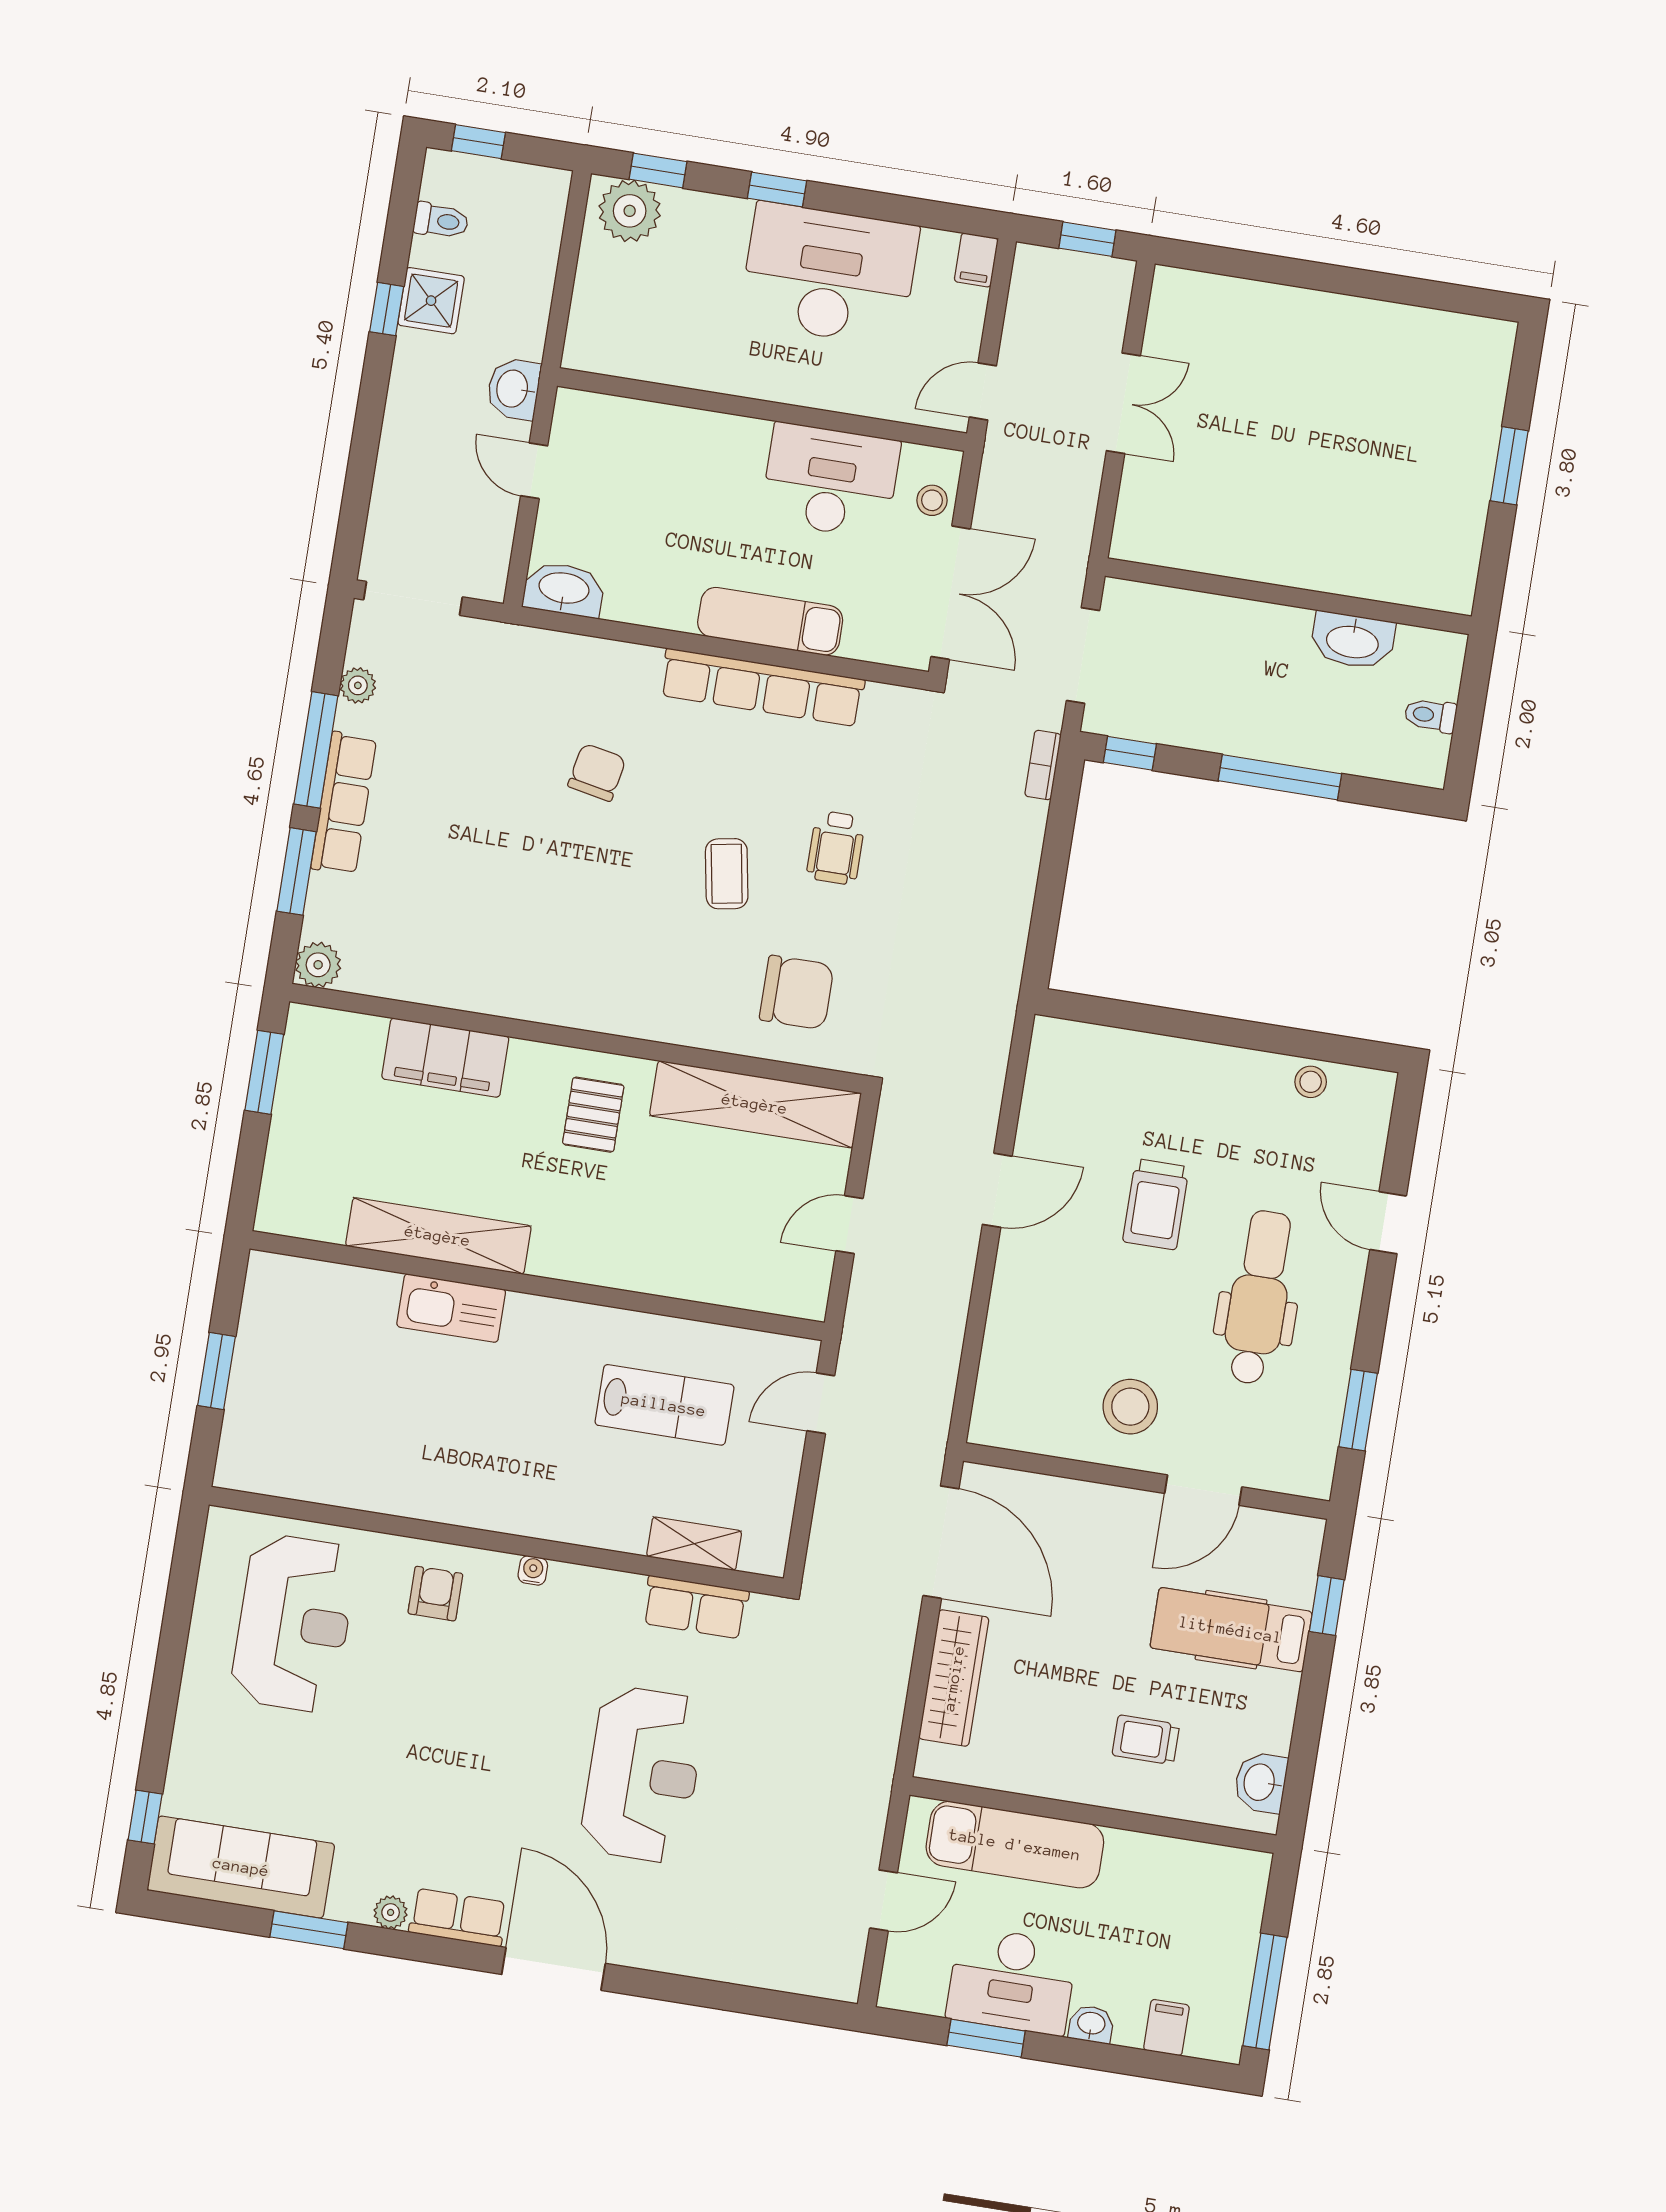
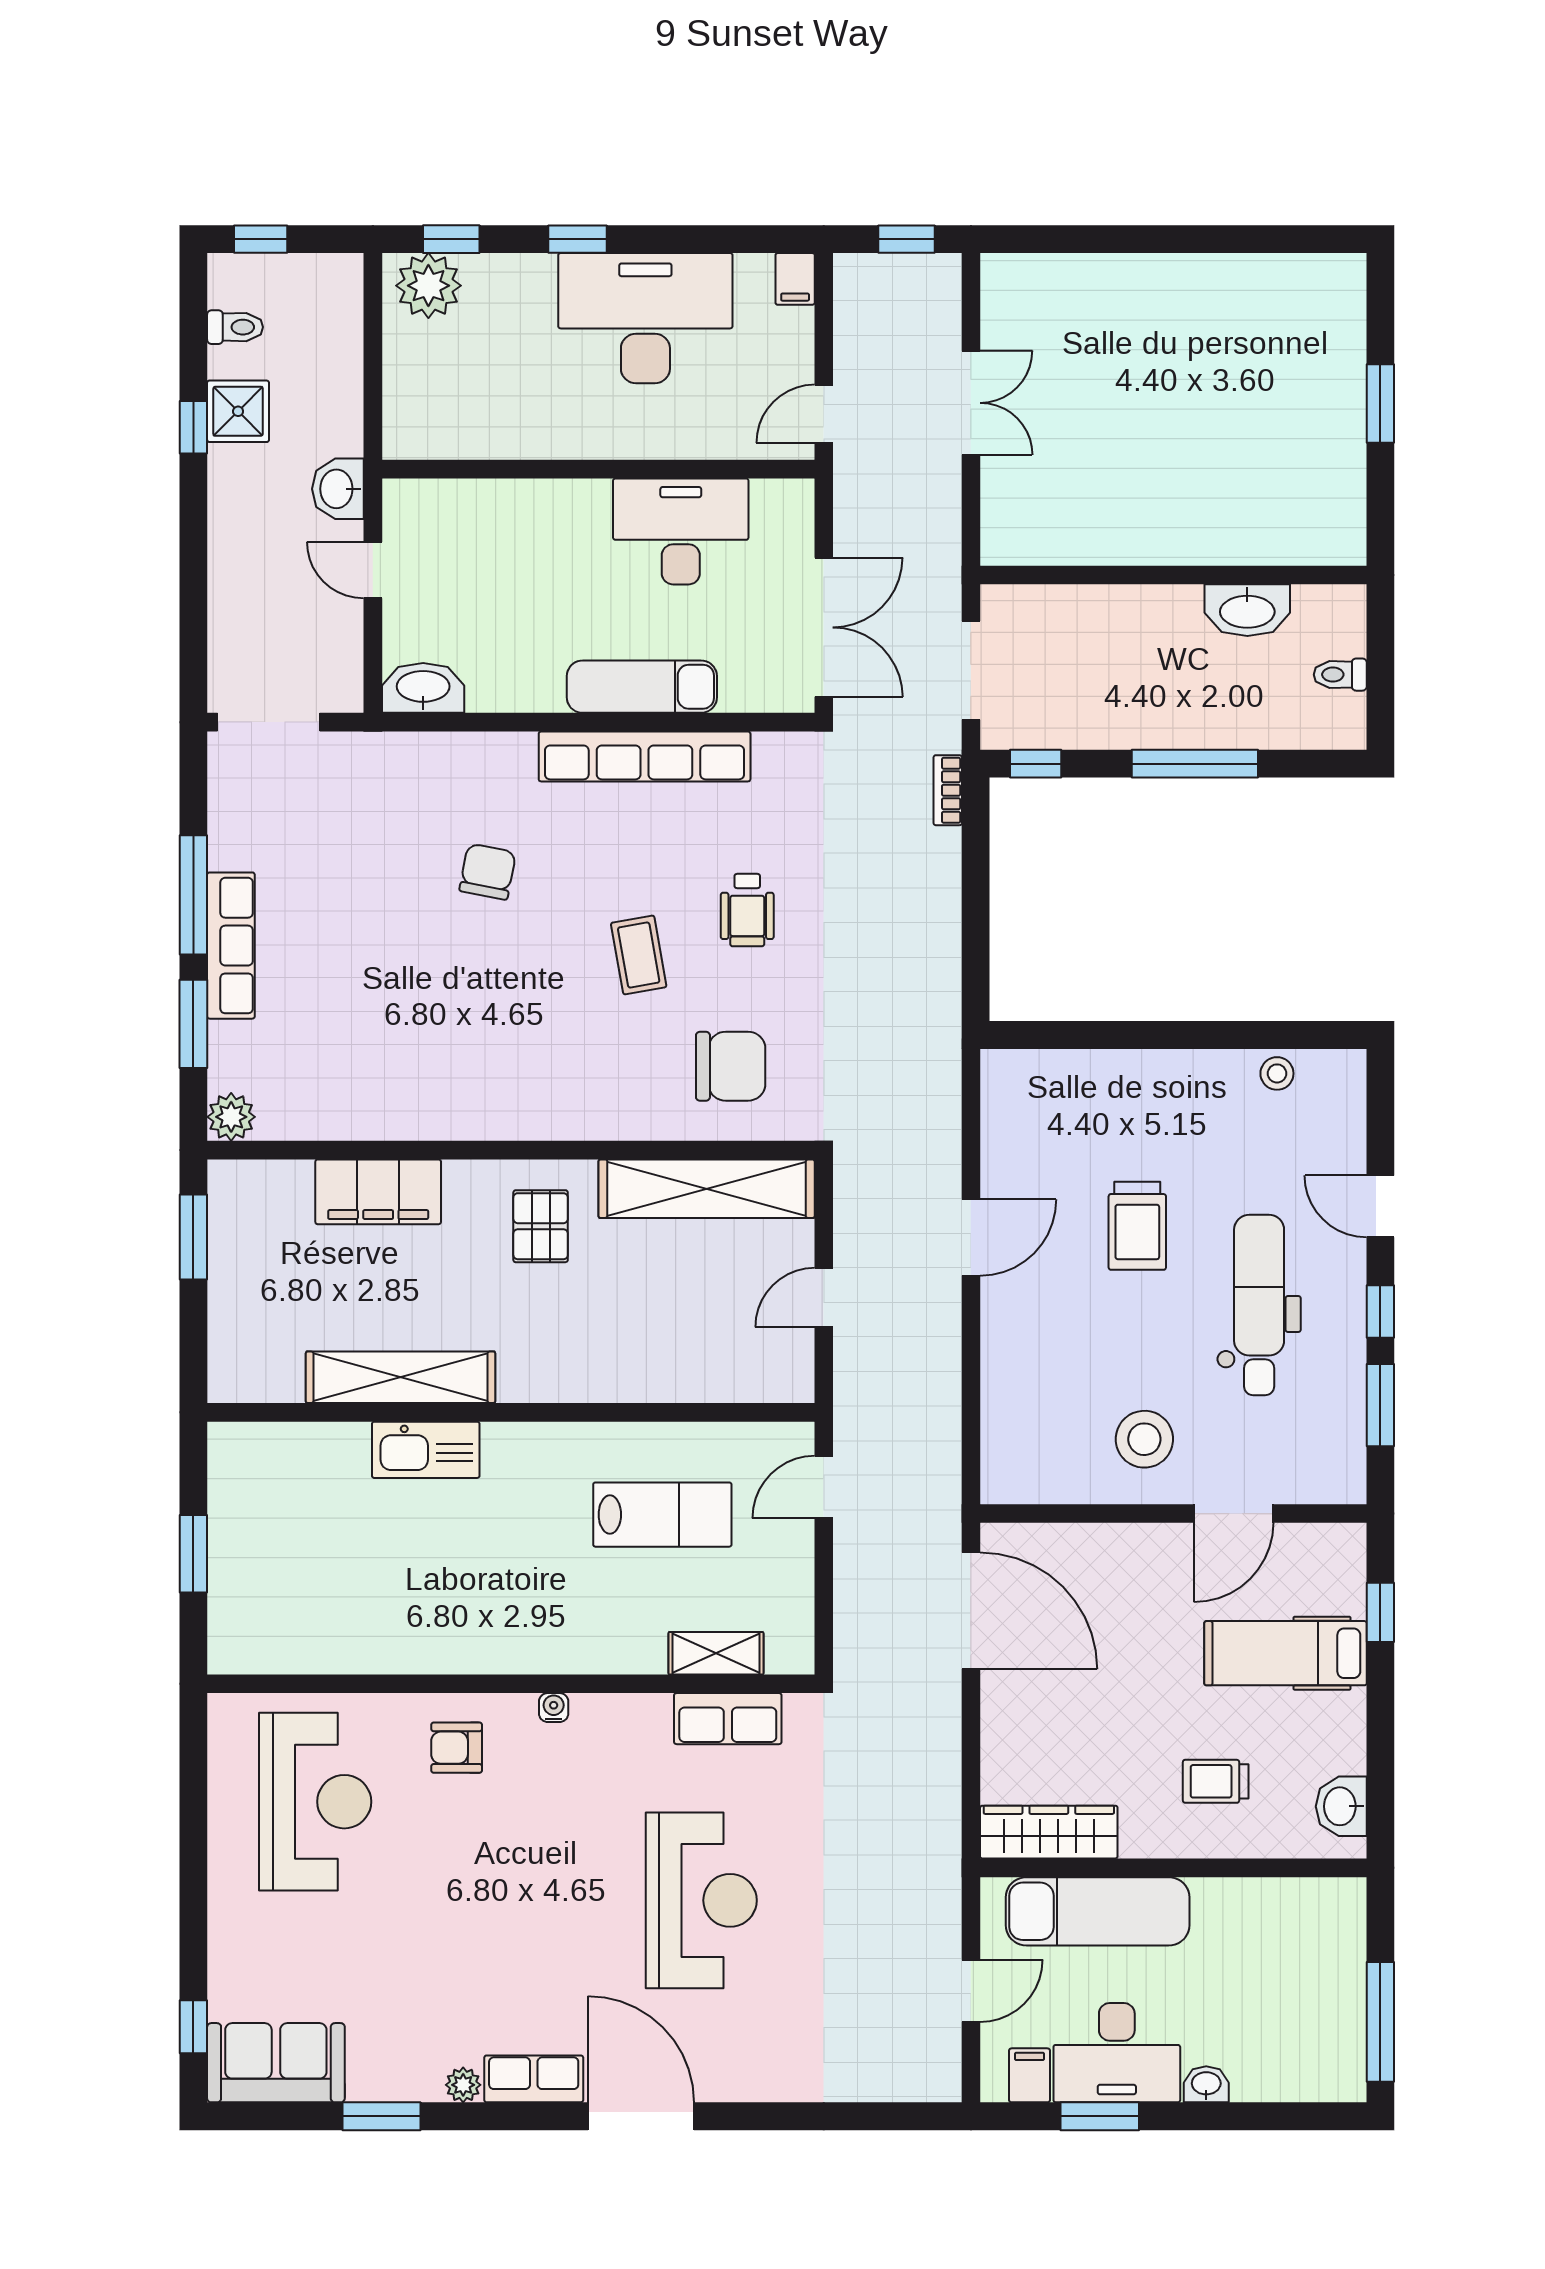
stool: (932, 500) -> (789, 535), removed
plant: (358, 685) -> (226, 821), removed
window: (1372, 1322) -> (1380, 1311), added
armchair: (435, 1594) -> (457, 1748), turned -90
wardrobe: (954, 1678) -> (1049, 1832), moved, turned -90
sofa: (241, 1867) -> (276, 2063), width x0.73
filing cabinet: (1166, 2028) -> (1029, 2075), moved

